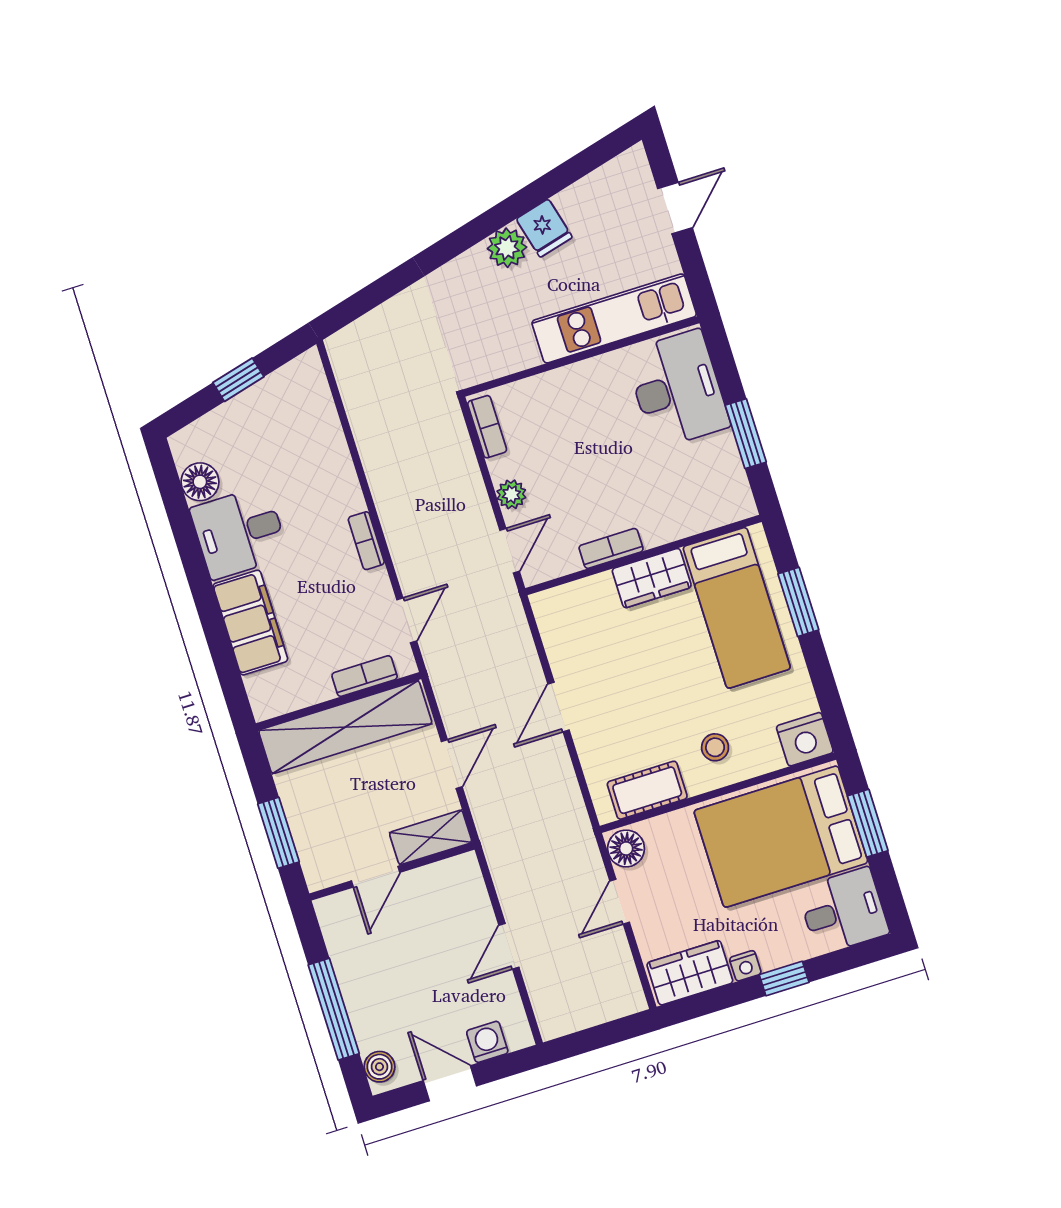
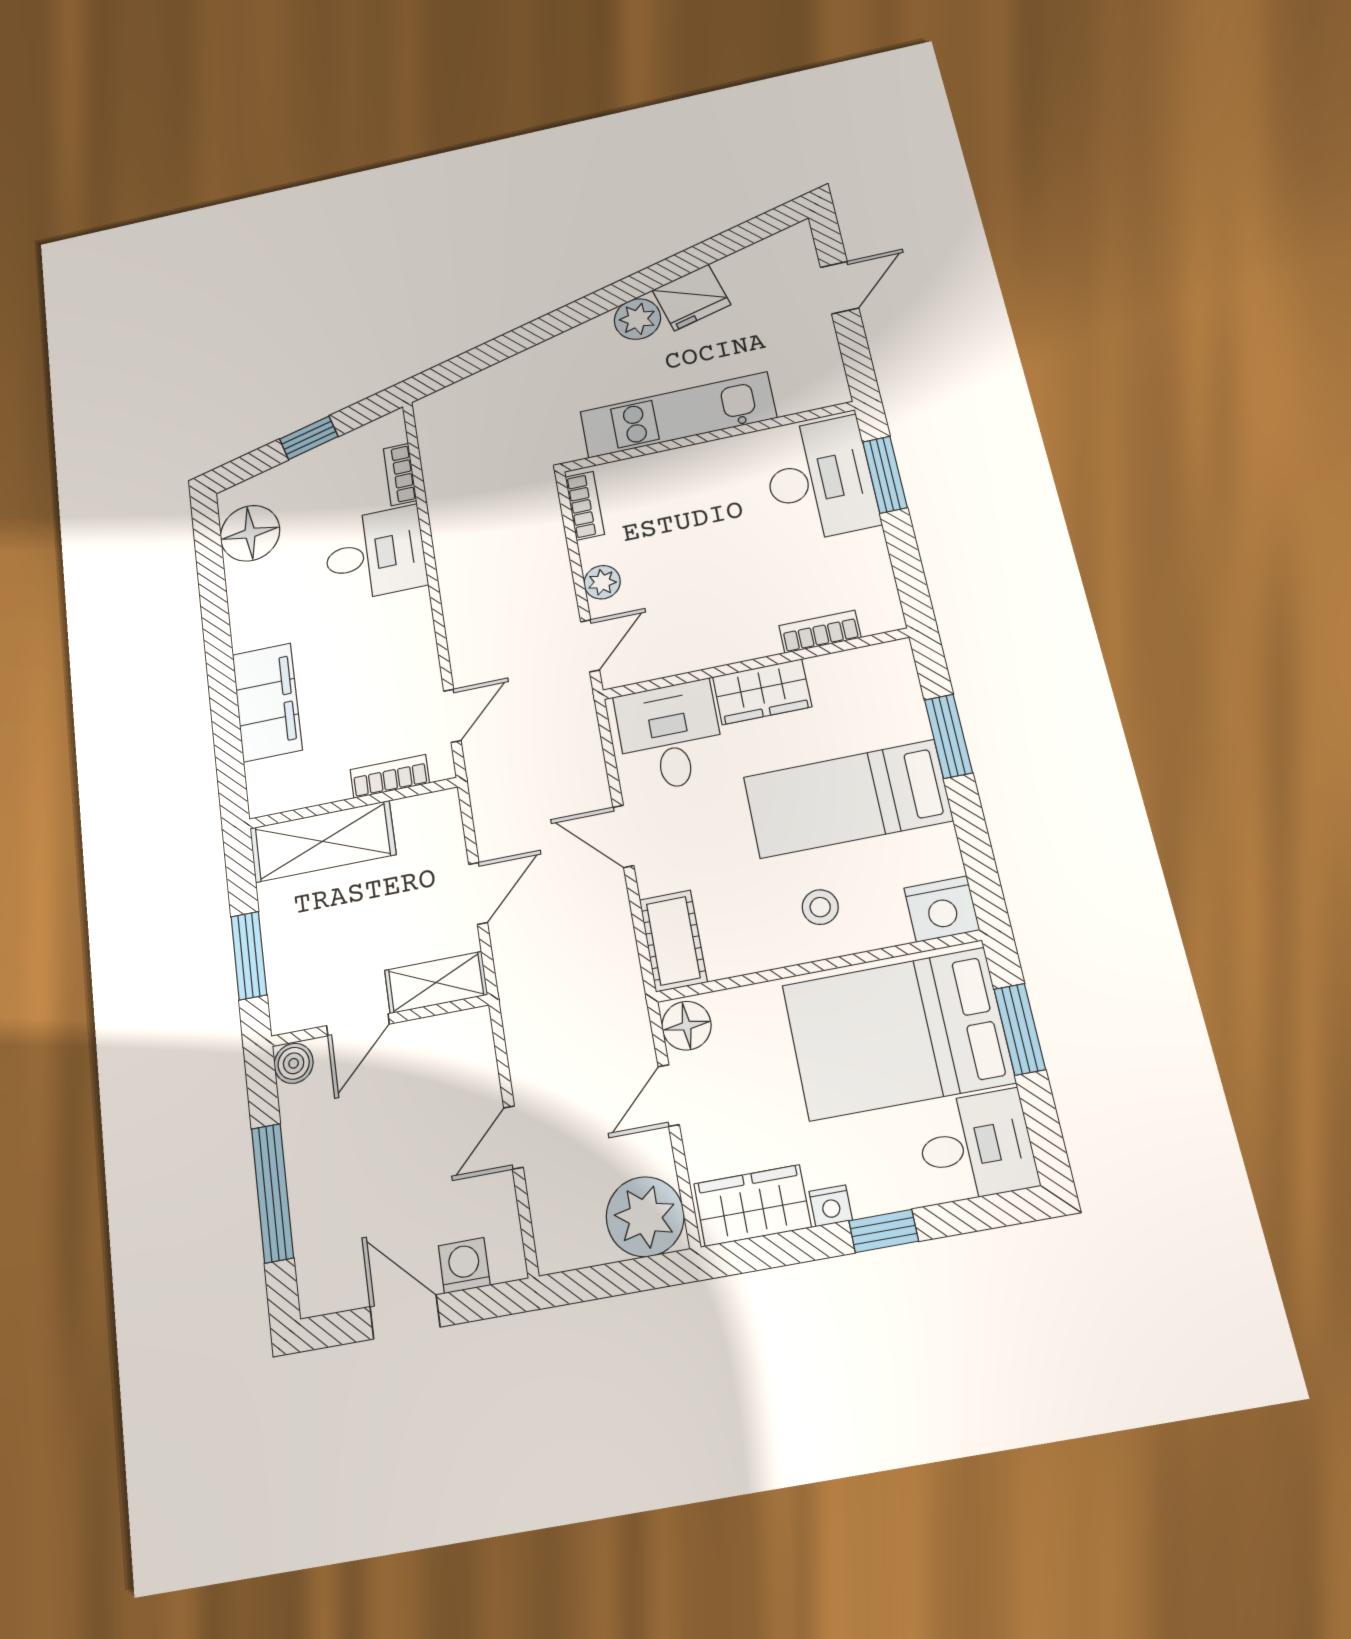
fridge: (544, 228) -> (691, 297), width x1.38
kitchen unit: (614, 318) -> (678, 415), moved
window: (746, 434) -> (885, 475), moved
floor lamp: (200, 482) -> (250, 533), width x1.38, depth x1.38
desk: (239, 532) -> (375, 554), moved, turned 180
bookcase: (366, 541) -> (400, 475), moved
bookcase: (611, 548) -> (820, 632), moved
bed: (737, 608) -> (847, 799), moved, turned 90
desk: (584, 622) -> (670, 736), added
door: (559, 707) -> (623, 836), hinge flipped
shelving: (345, 727) -> (323, 841), width x0.68
cot: (647, 790) -> (673, 941), moved, turned 90
plant: (614, 991) -> (645, 1217), added
boiler: (379, 1067) -> (294, 1063), moved

